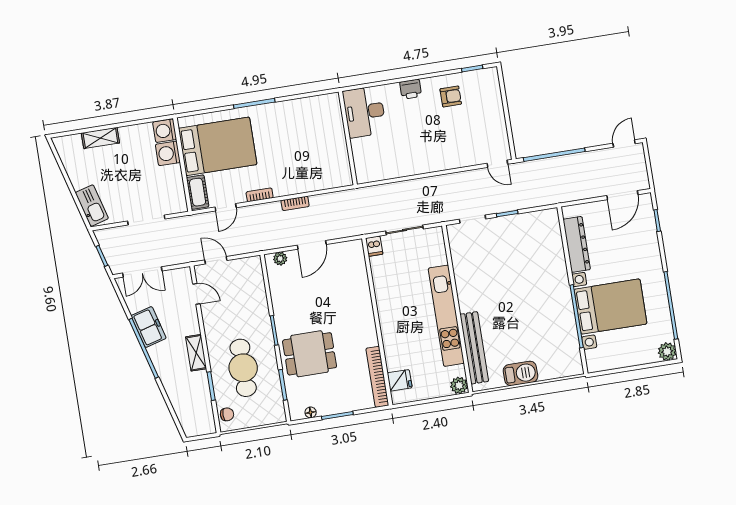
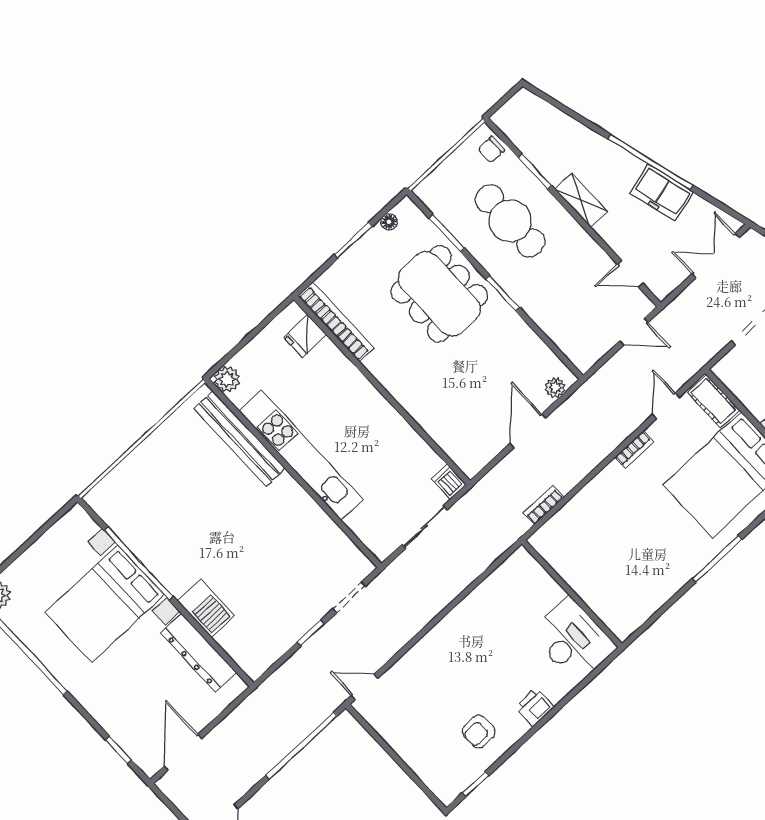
bookcase: (295, 203) -> (544, 505), moved
dining table: (310, 354) -> (439, 294), width x1.37
barbecue: (521, 373) -> (206, 608), moved, turned -90

